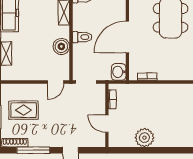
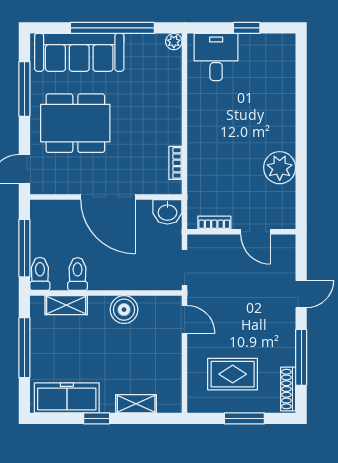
toilet: (82, 37) -> (78, 274), moved
rug: (24, 110) -> (233, 374), turned 90
door: (107, 124) -> (256, 232), hinge flipped

